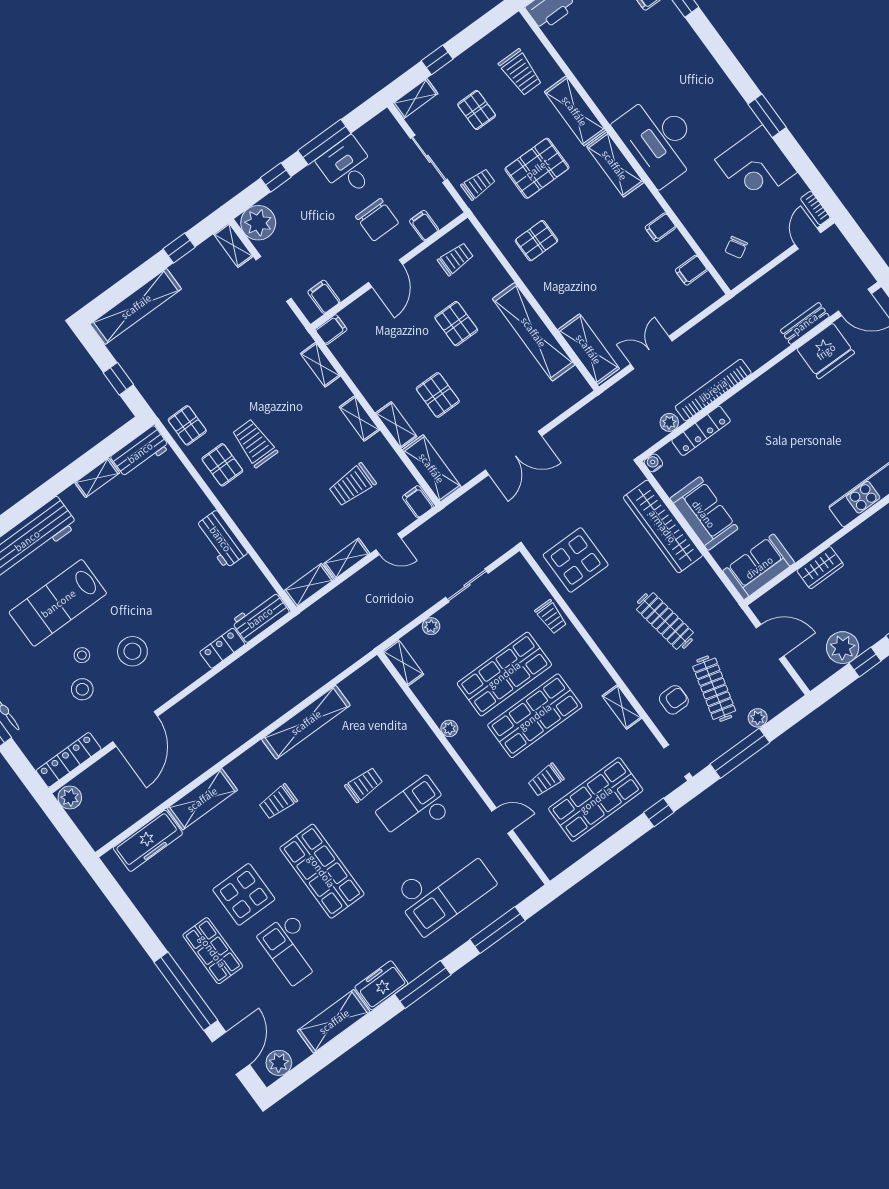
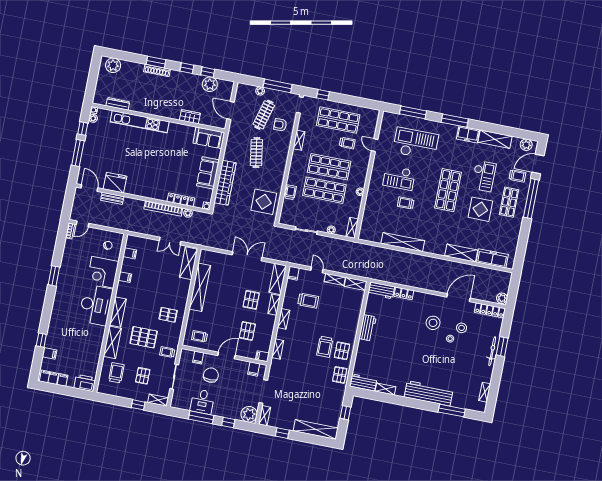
corner desk: (756, 166) -> (103, 272), moved, turned 180
pallet: (456, 324) -> (247, 331), moved
lab bench: (58, 603) -> (440, 363), removed
trolley: (278, 802) -> (517, 176), moved

